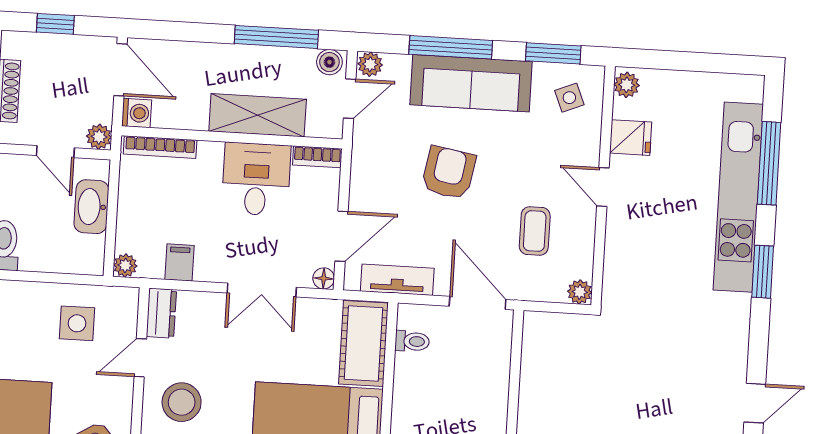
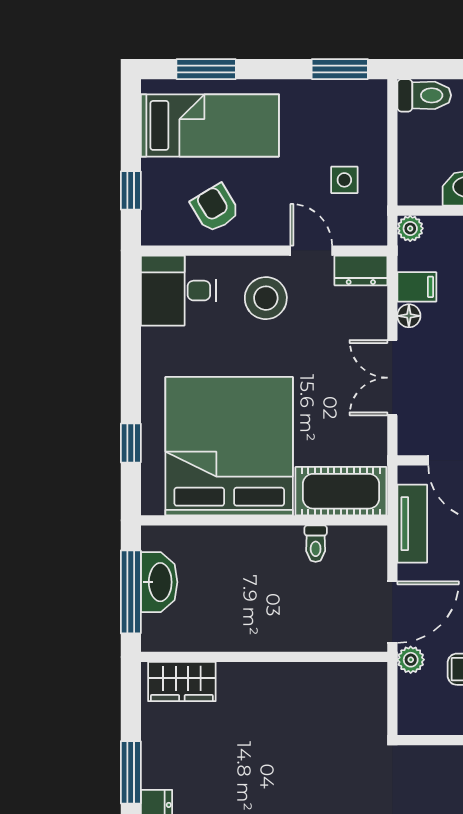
floor lamp: (324, 278) -> (409, 316), moved
plant: (580, 292) -> (411, 660), moved
side table: (77, 323) -> (344, 180), width x0.73, depth x0.73
toilet: (412, 341) -> (316, 544), moved

